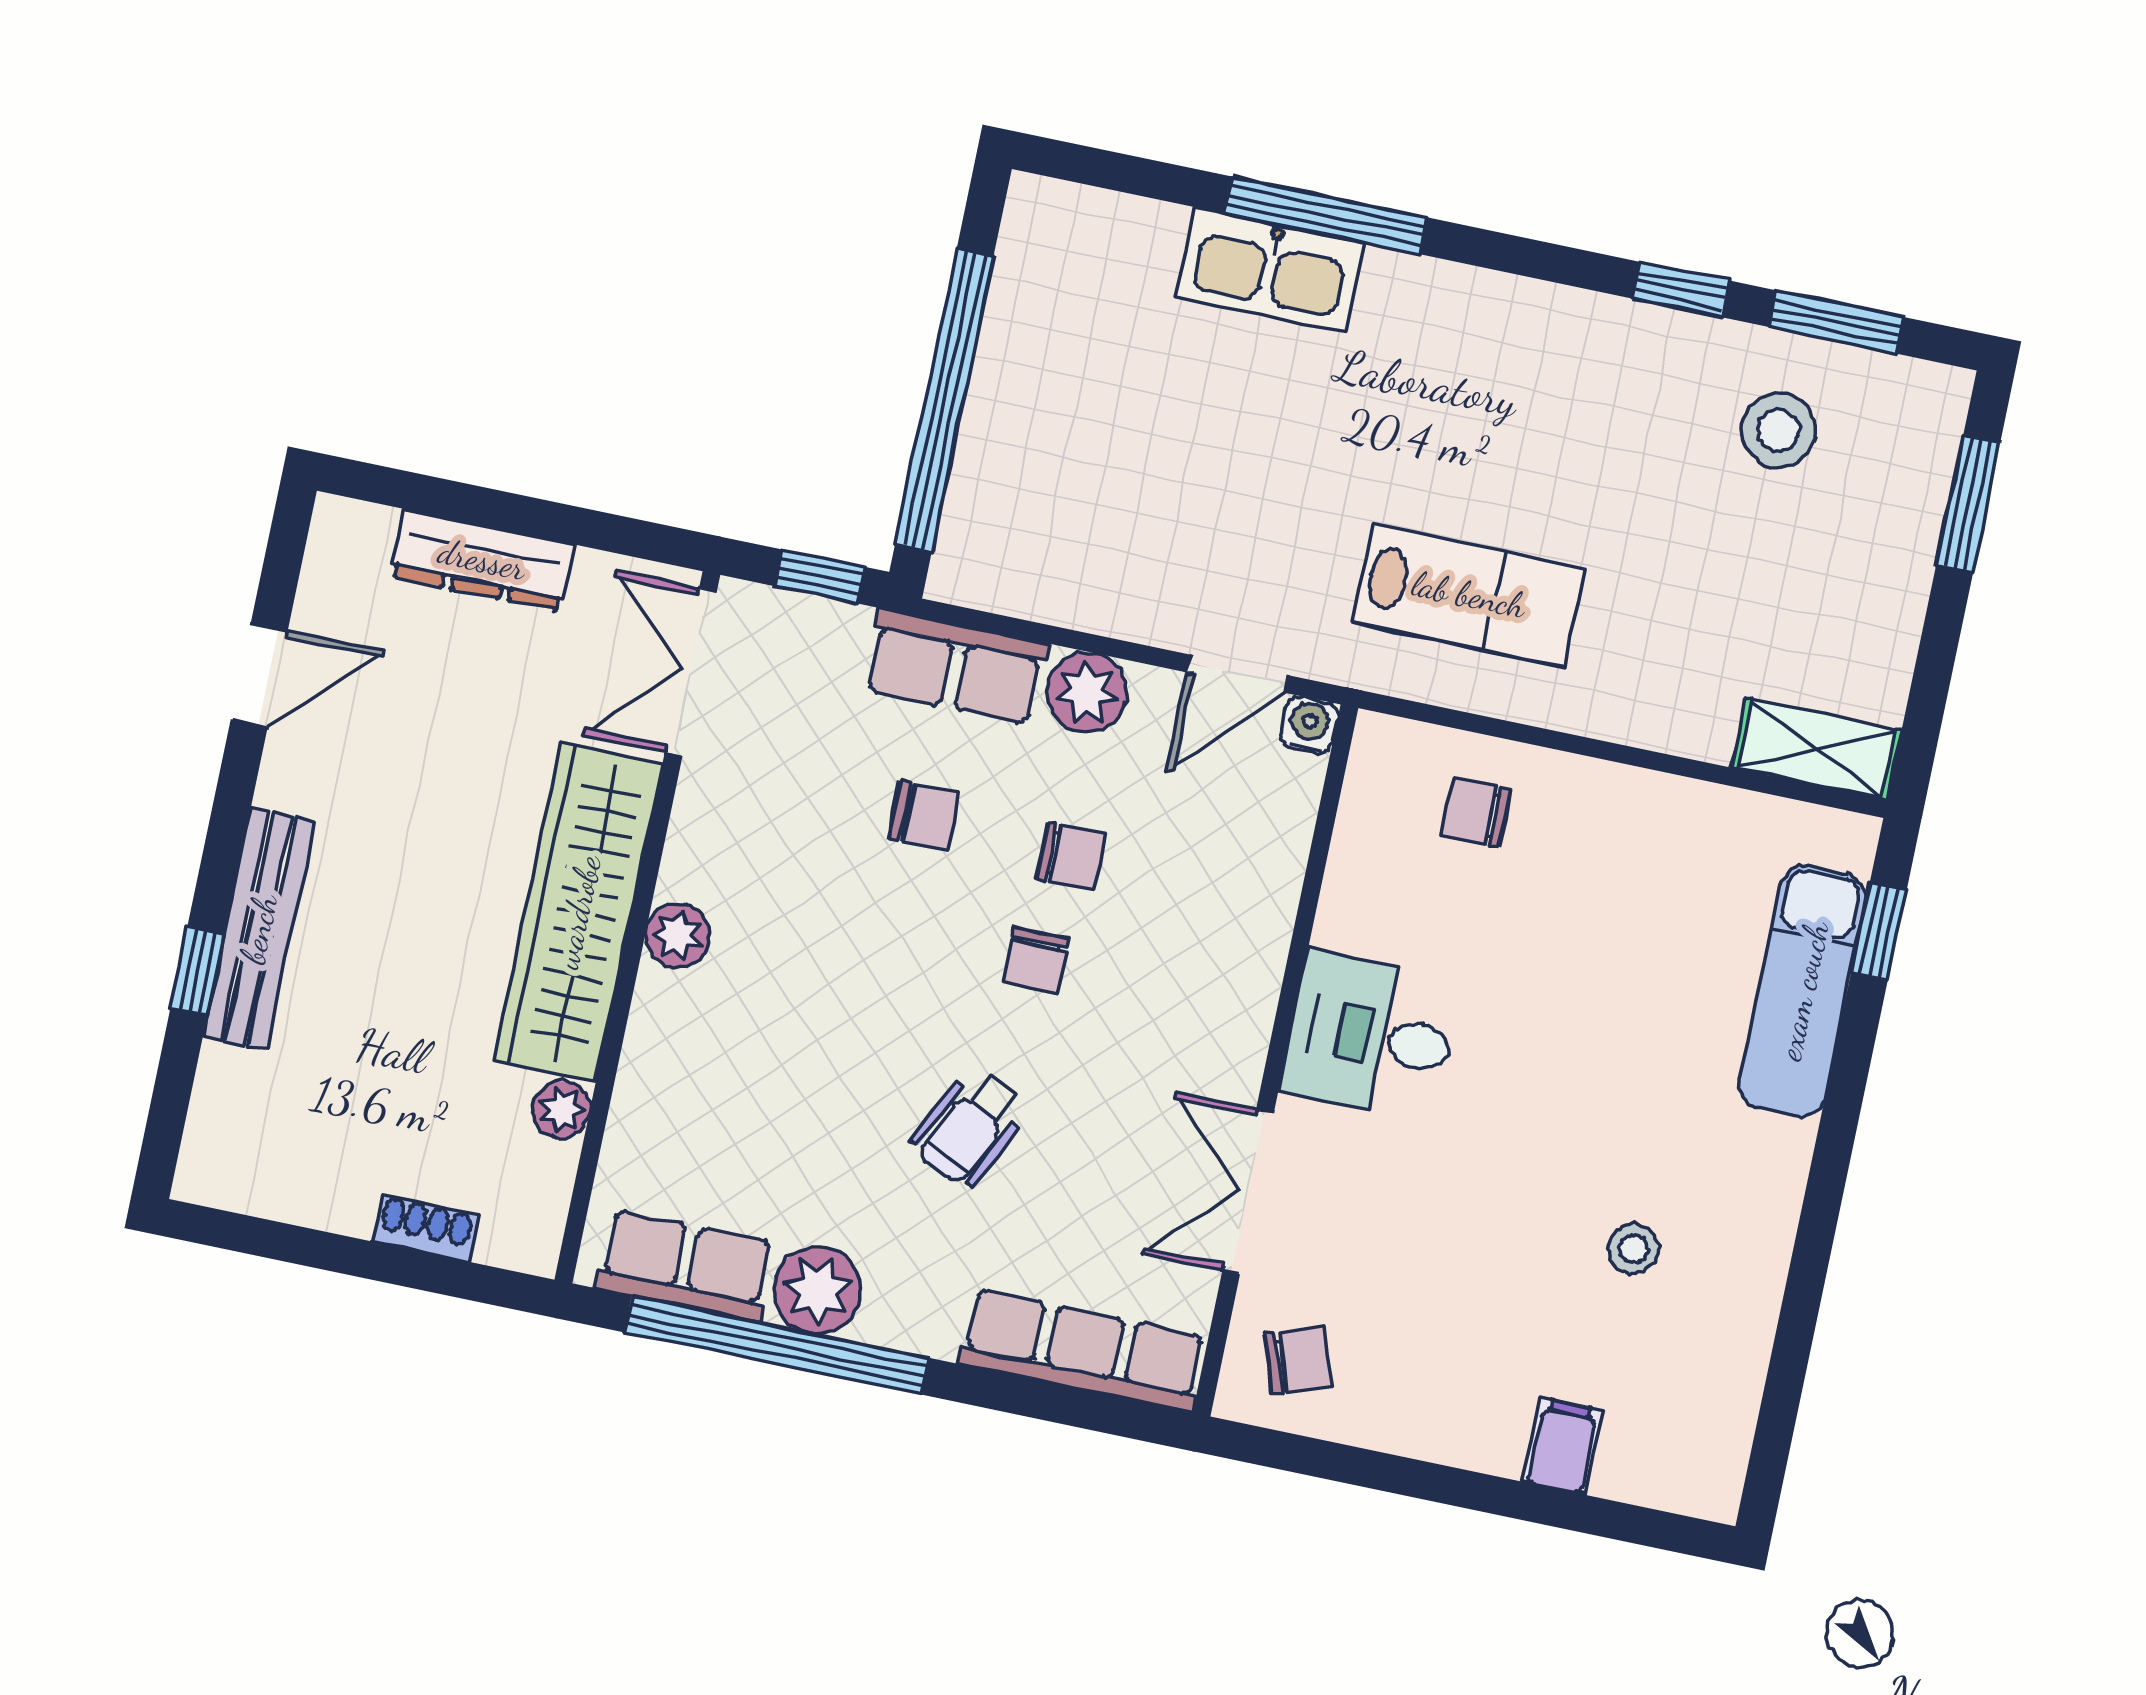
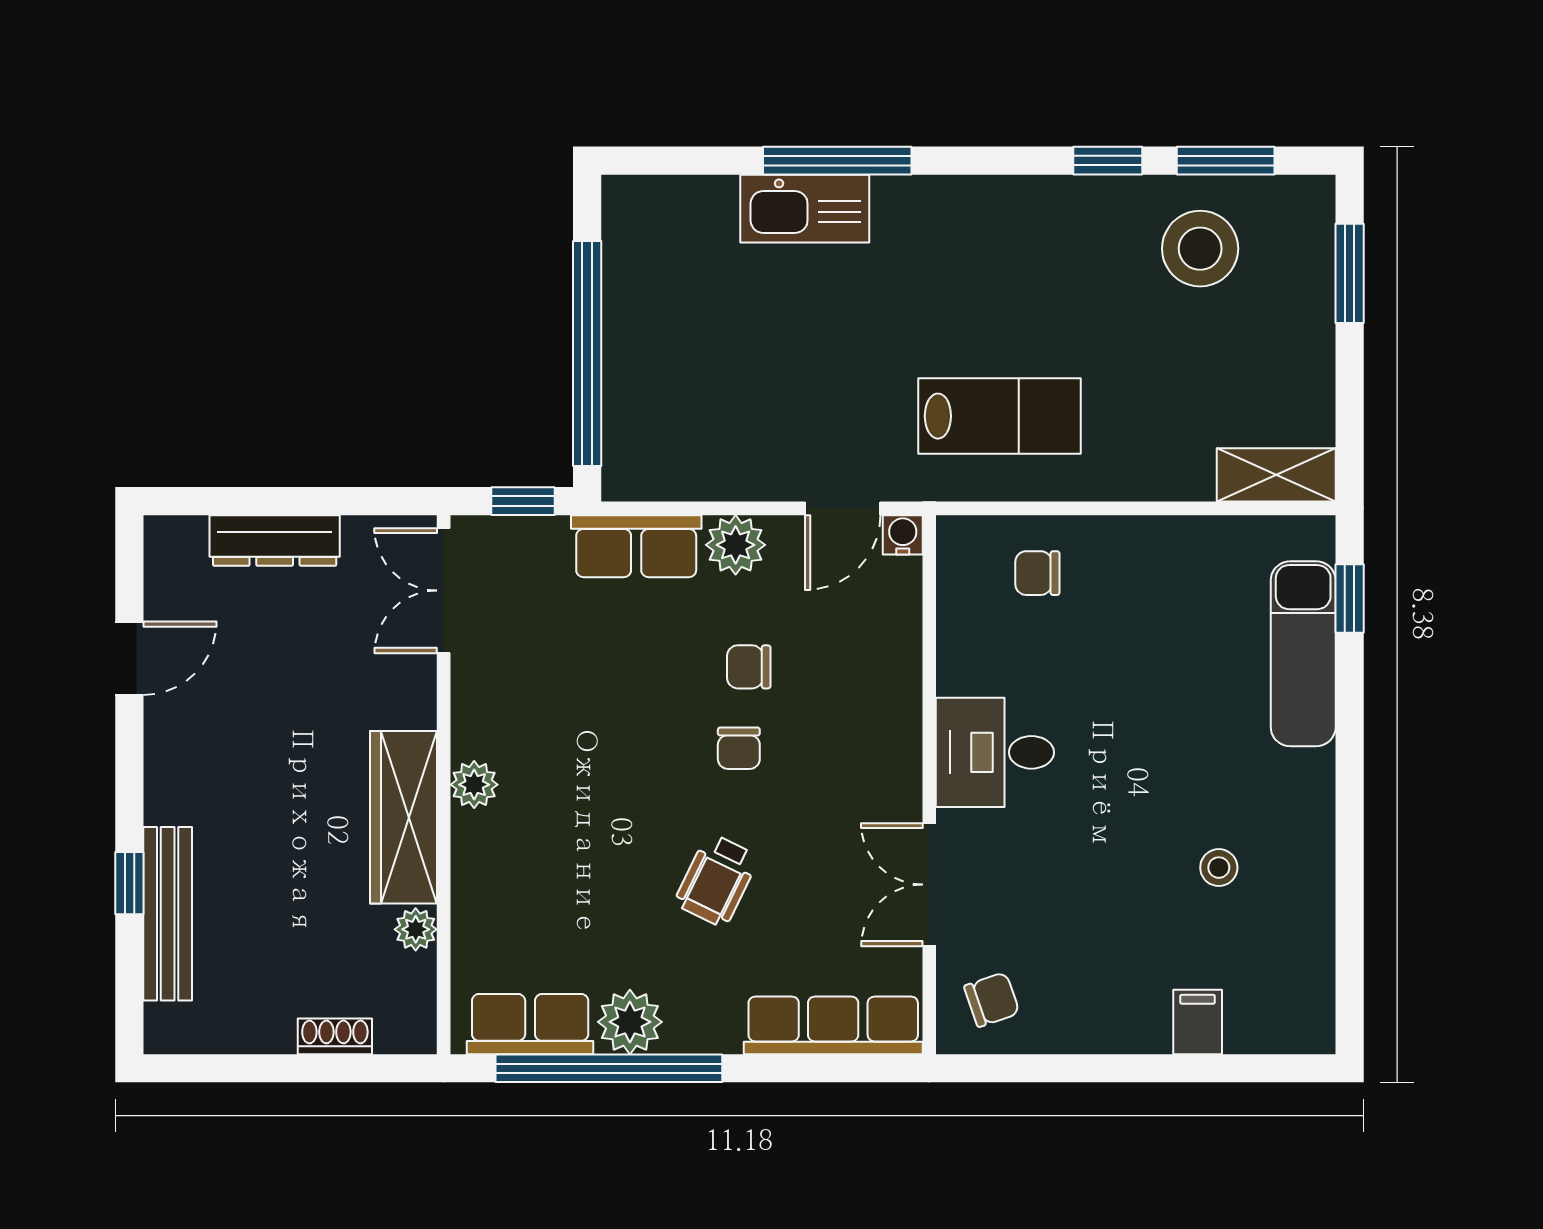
stool: (1779, 431) -> (1200, 249), width x1.38, depth x1.38
chair: (924, 816) -> (636, 660), removed
chair: (1071, 856) -> (749, 667), turned 180
wardrobe: (578, 912) -> (404, 817), width x0.71, depth x0.85
bench: (259, 929) -> (168, 914), moved

